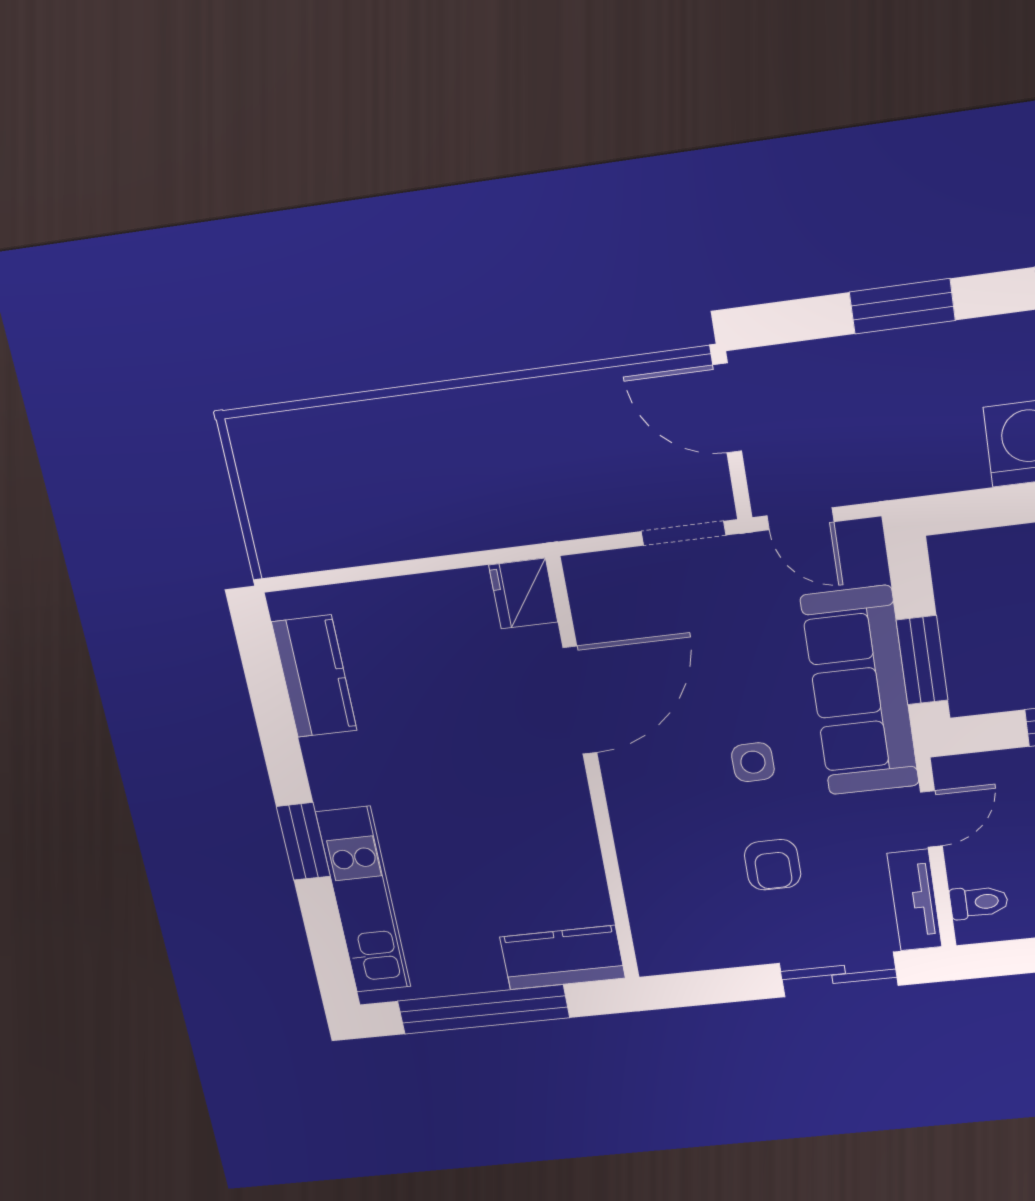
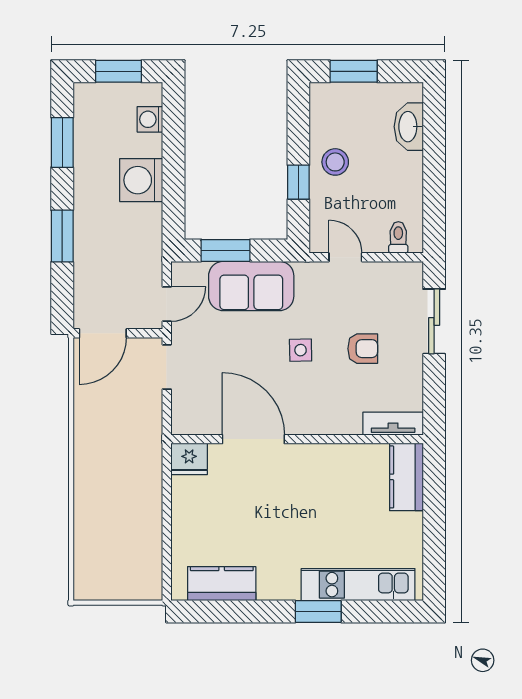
window: (922, 660) -> (226, 250), moved
sofa: (860, 691) -> (251, 286), width x0.73
tv unit: (914, 900) -> (393, 424), moved, turned 180
window: (484, 1009) -> (434, 529), removed

